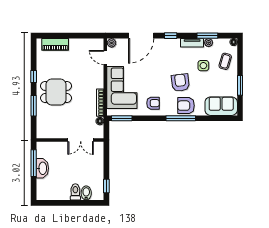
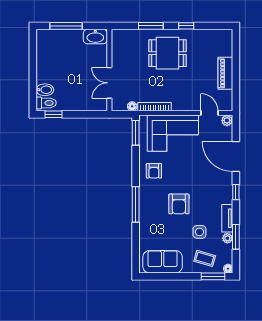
piano: (55, 44) -> (225, 73), moved
door: (105, 57) -> (209, 113), hinge flipped
armchair: (180, 83) -> (179, 204), turned 97
window: (240, 85) -> (213, 276), moved
dining table: (56, 92) -> (167, 53), turned 90
armchair: (186, 106) -> (151, 211), removed
sofa: (221, 106) -> (163, 262), moved, turned -90
window: (34, 163) -> (66, 26), moved
washbasin: (42, 168) -> (95, 37), moved
toilet: (75, 192) -> (46, 103), moved

